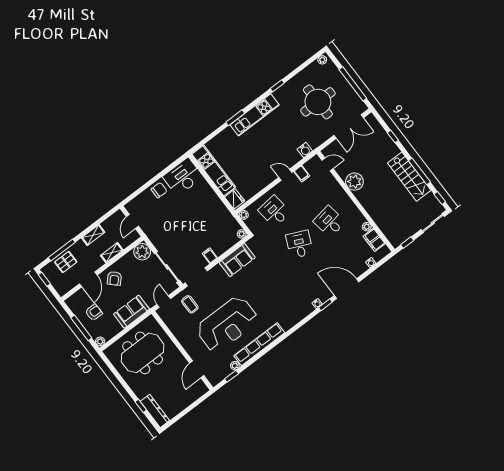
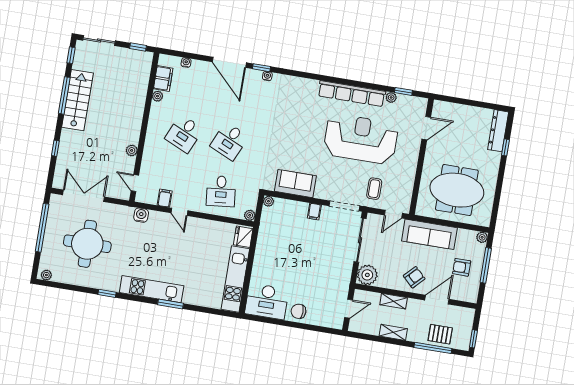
plant: (354, 182) -> (132, 150), width x0.53, depth x0.53
desk: (329, 222) -> (184, 134), turned 33
sofa: (132, 312) -> (429, 234), width x1.36

